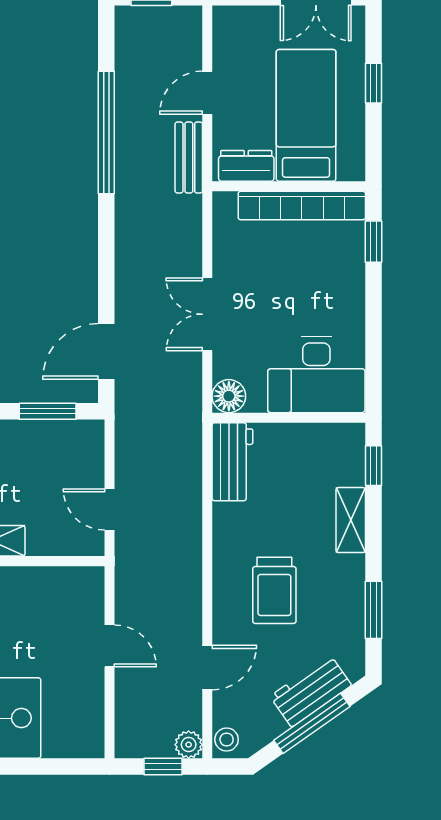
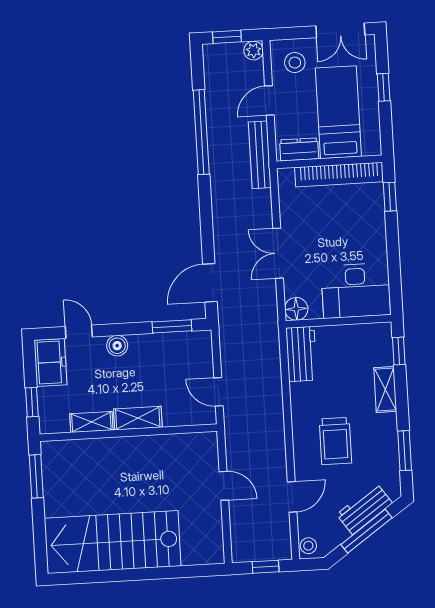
stool: (247, 40) -> (295, 63), added
bench: (189, 157) -> (260, 155), width x1.36
plant: (189, 745) -> (254, 51), moved

